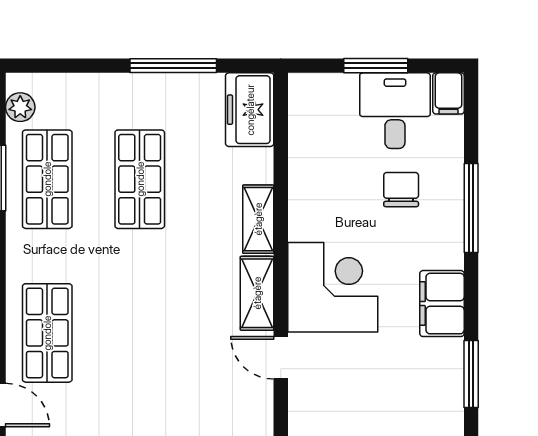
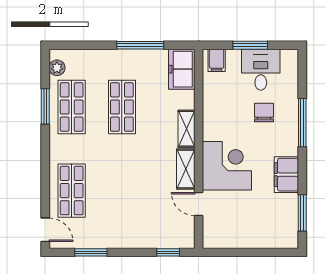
filing cabinet: (448, 93) -> (217, 60), moved

